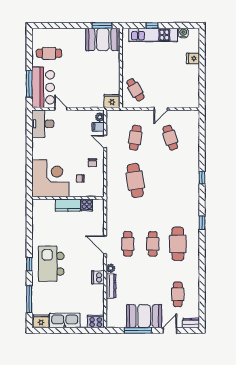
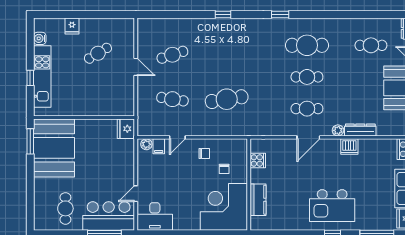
booth: (103, 39) -> (54, 148), width x1.36, depth x1.42
cafe table: (135, 90) -> (98, 53), moved
kitchen counter: (68, 205) -> (258, 200), moved

